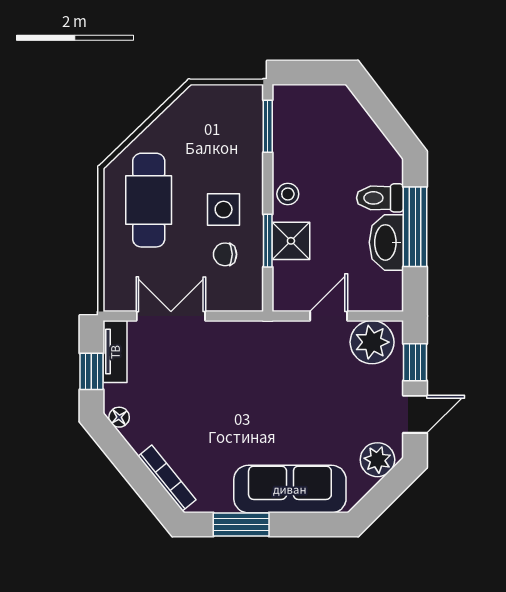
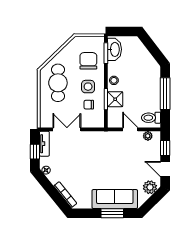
chair: (224, 145) -> (88, 61), added
toilet: (380, 198) -> (151, 118), moved
washbasin: (386, 242) -> (114, 49), moved, turned 180
door: (329, 316) -> (130, 129), hinge flipped
plant: (372, 342) -> (148, 136), width x0.53, depth x0.53
door: (415, 414) -> (165, 169), swing flipped
window: (241, 524) -> (112, 213), moved

